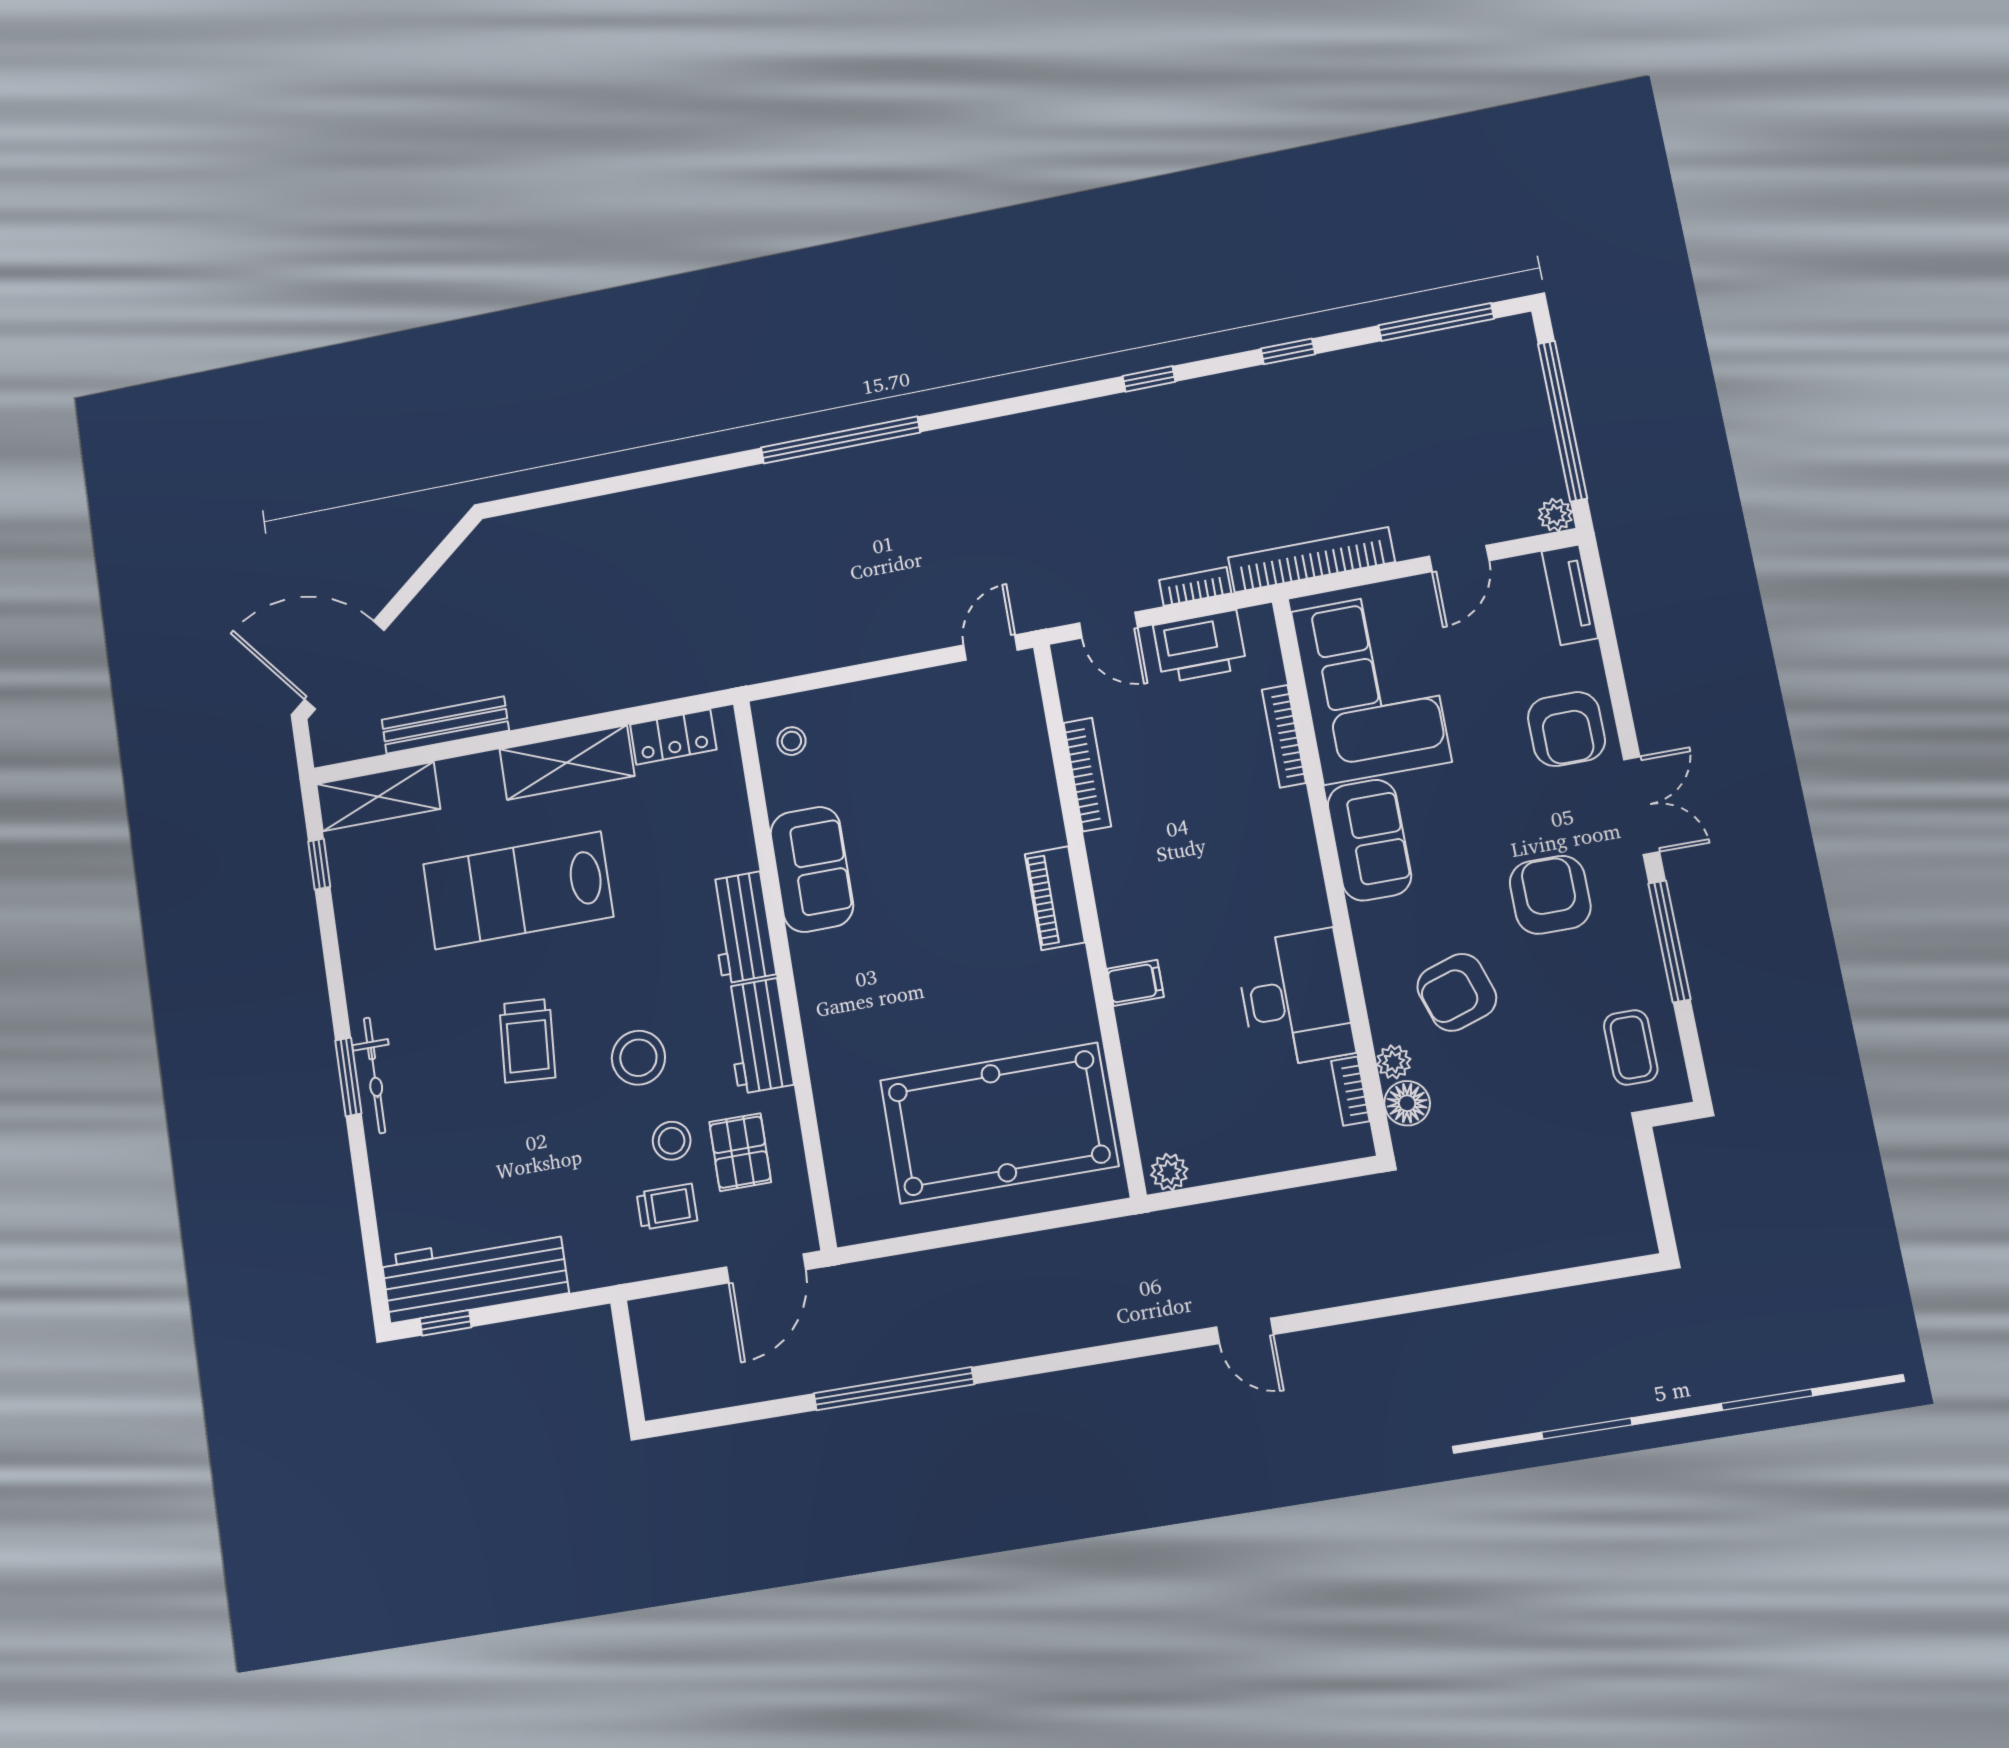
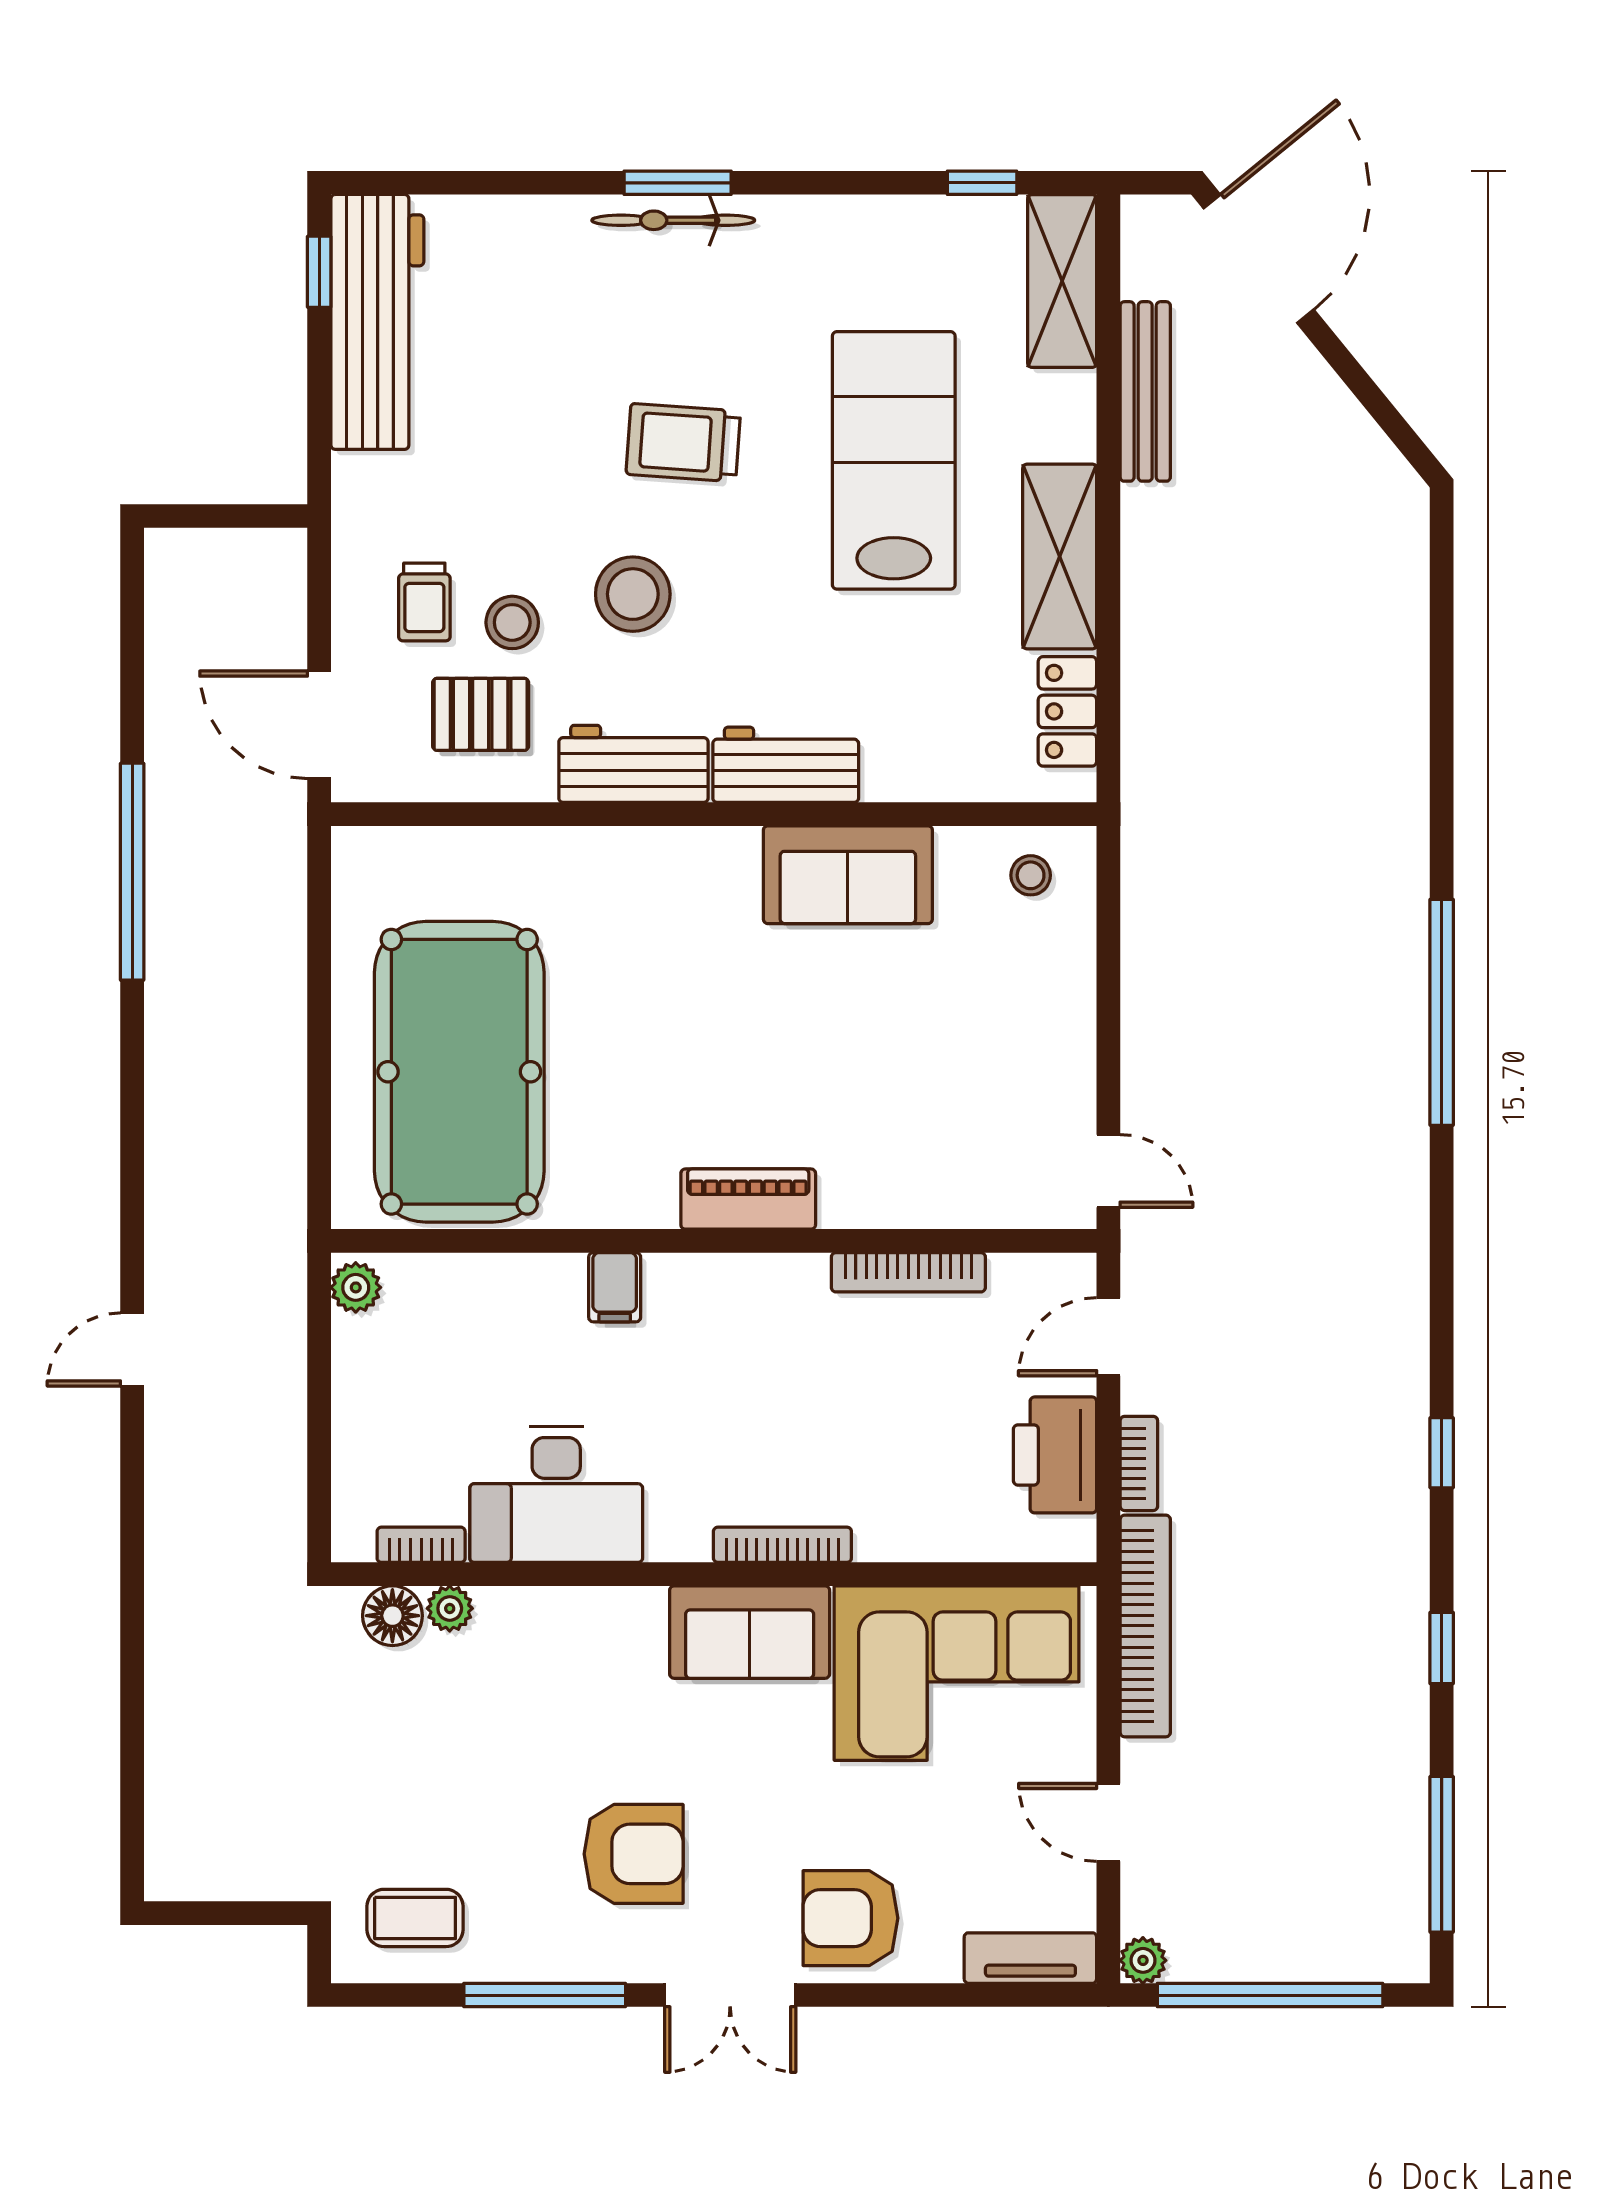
bookcase: (1284, 736) -> (782, 1545), moved
armchair: (1457, 992) -> (527, 1708), removed

